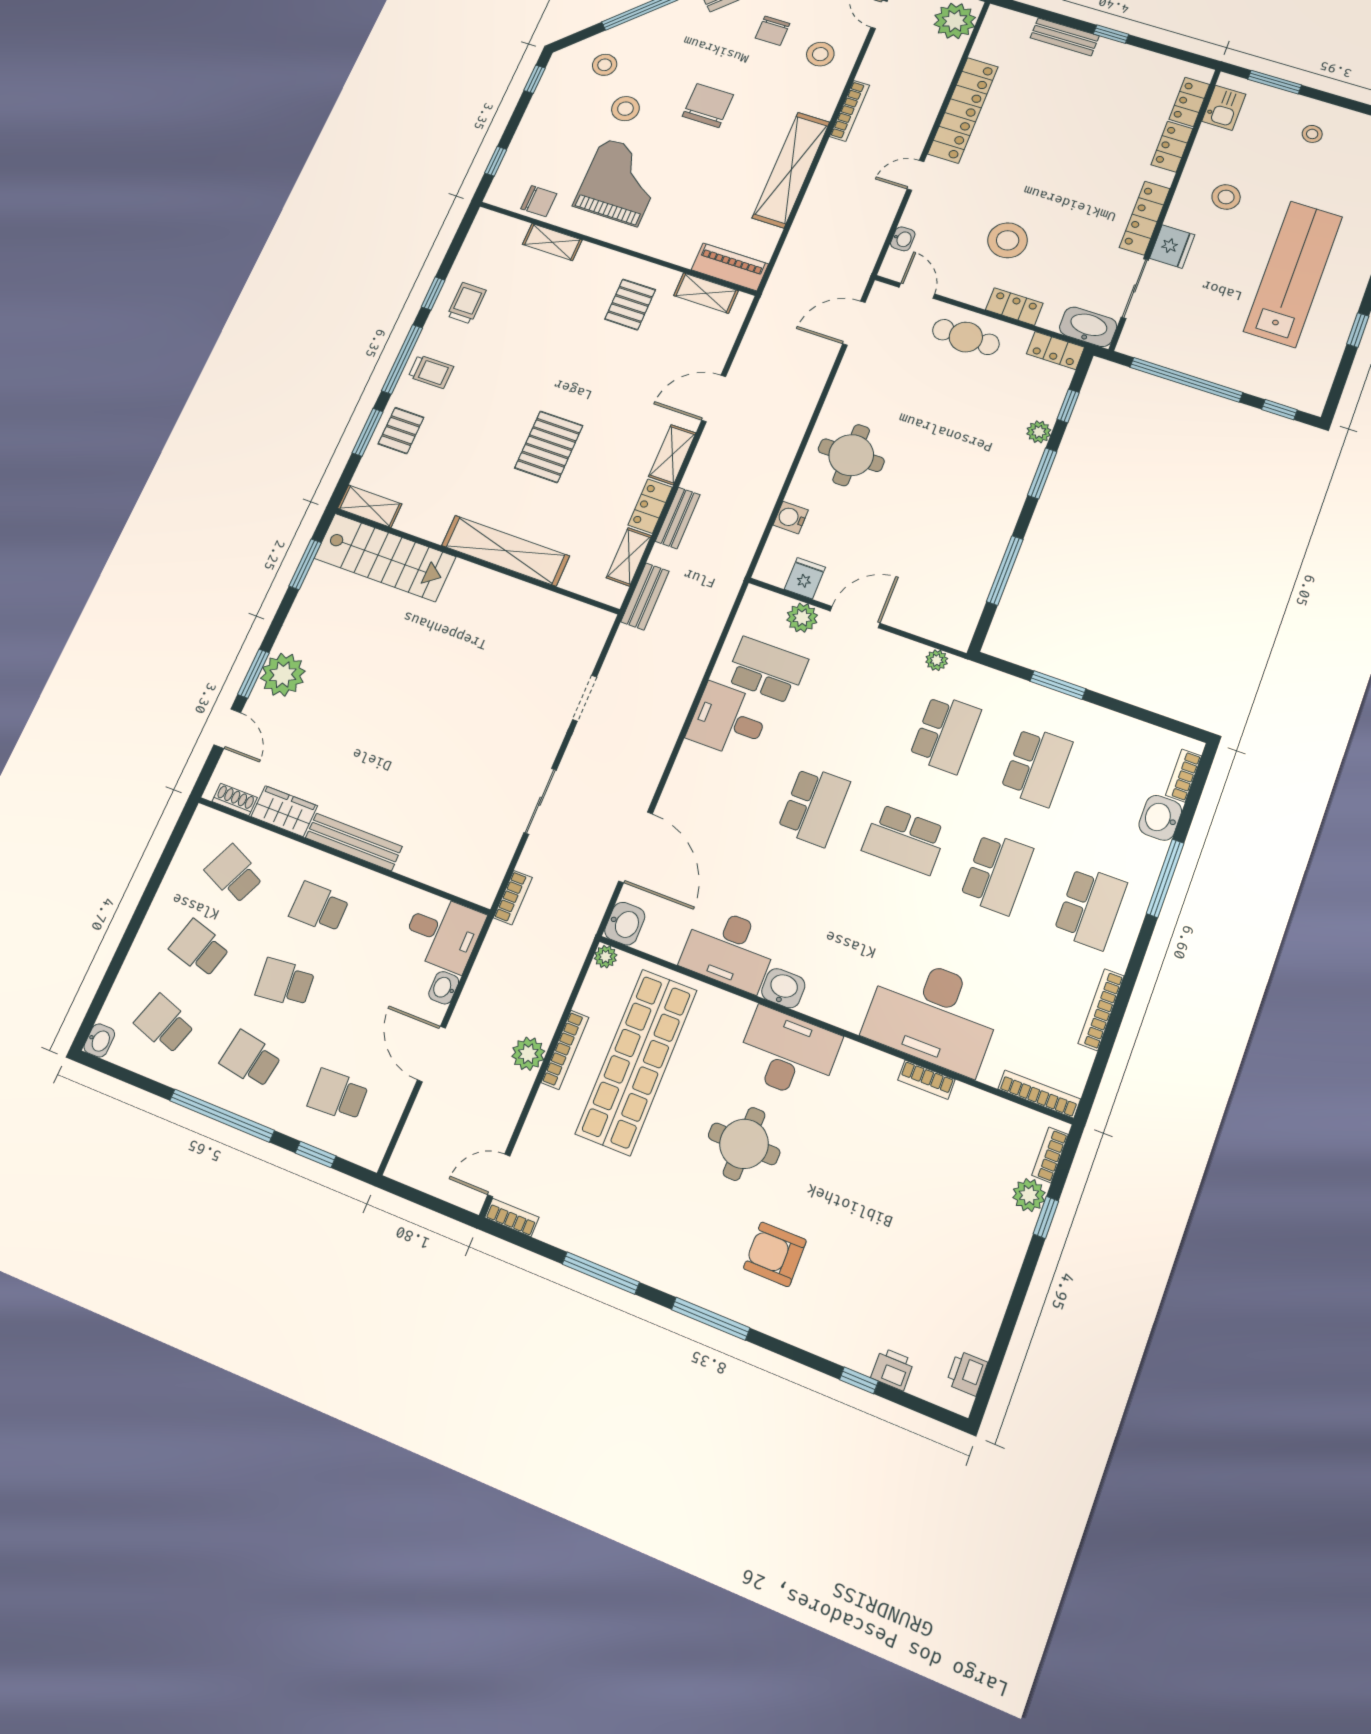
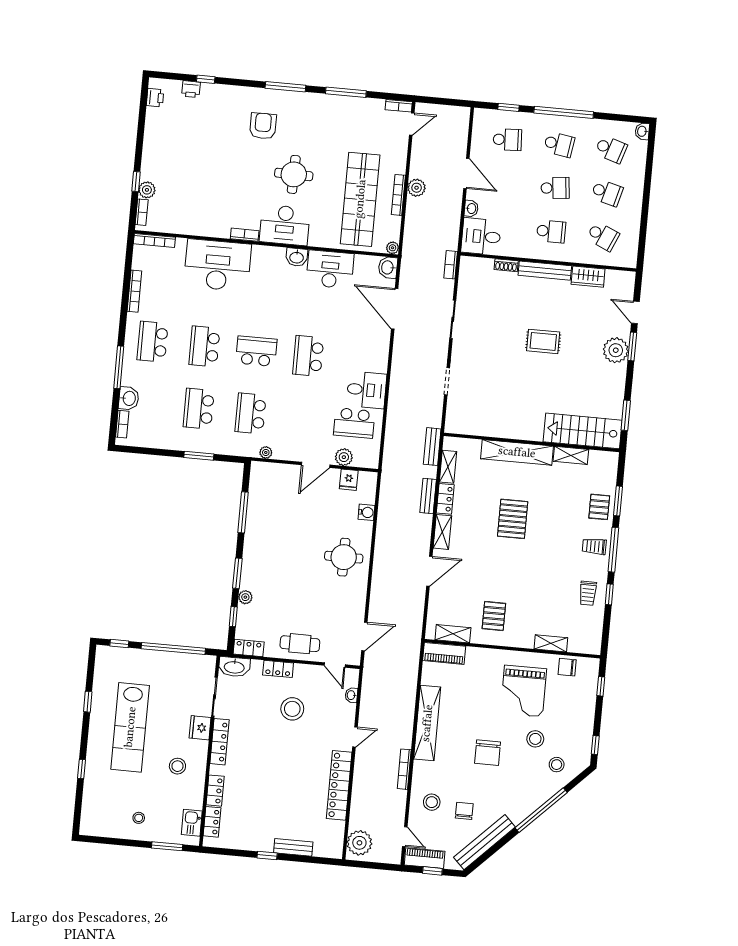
shelving: (370, 506) -> (571, 455), moved
rug: (399, 722) -> (543, 341), added
shoe rack: (235, 799) -> (506, 265), moved
bookcase: (926, 1080) -> (245, 235), moved
armchair: (775, 1254) -> (263, 126), turned -90

